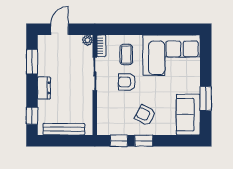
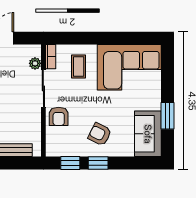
plant: (87, 40) -> (35, 63), moved
armchair: (127, 82) -> (59, 116), moved, turned -90

